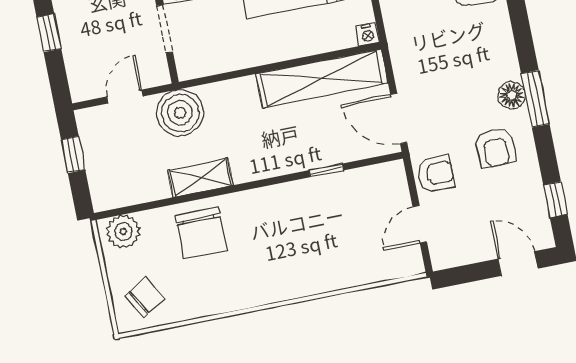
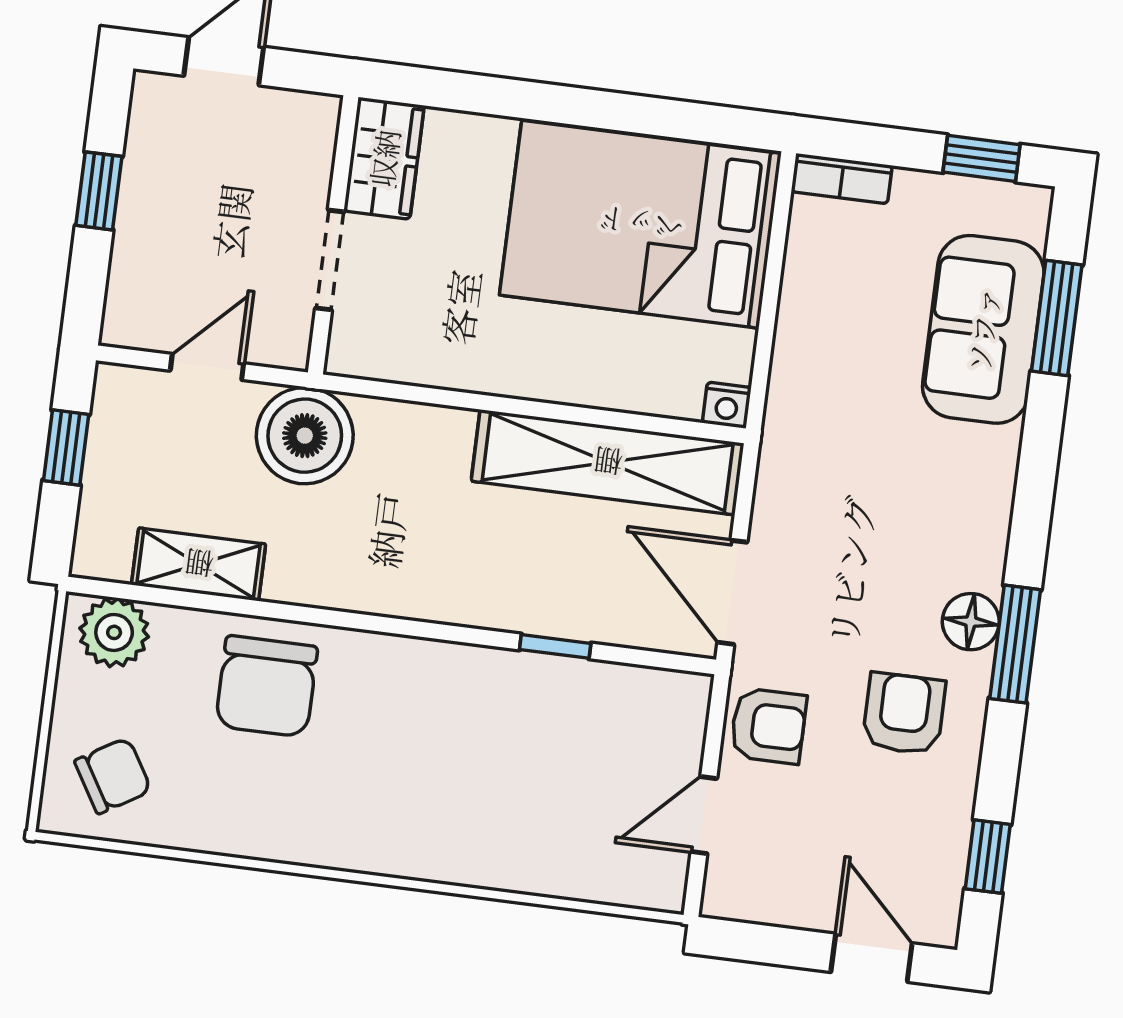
armchair: (495, 148) -> (904, 714), turned 180
shelving: (200, 178) -> (199, 564), moved

